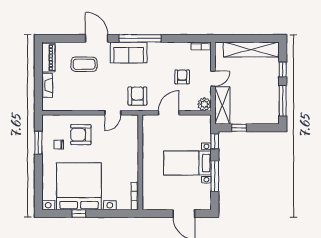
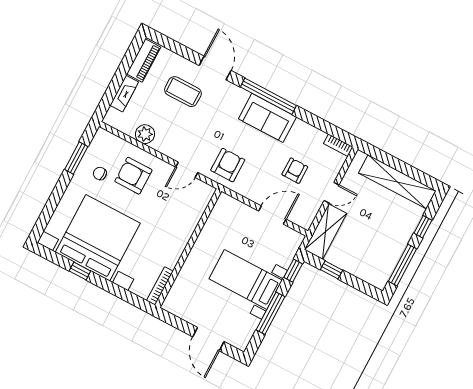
sofa: (129, 52) -> (267, 118), moved
plant: (204, 104) -> (145, 134), moved
door: (169, 113) -> (272, 215), moved

